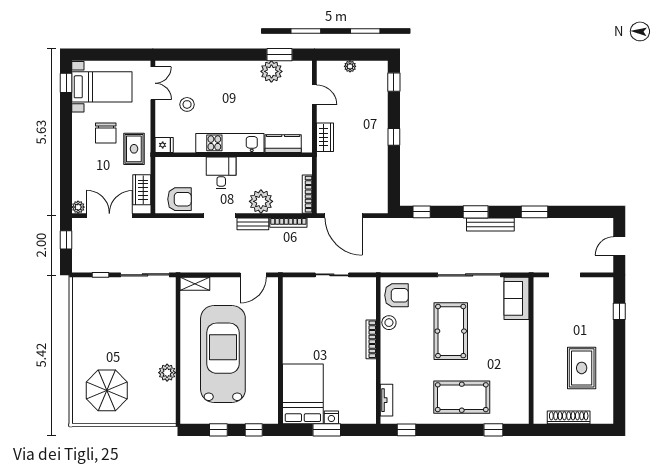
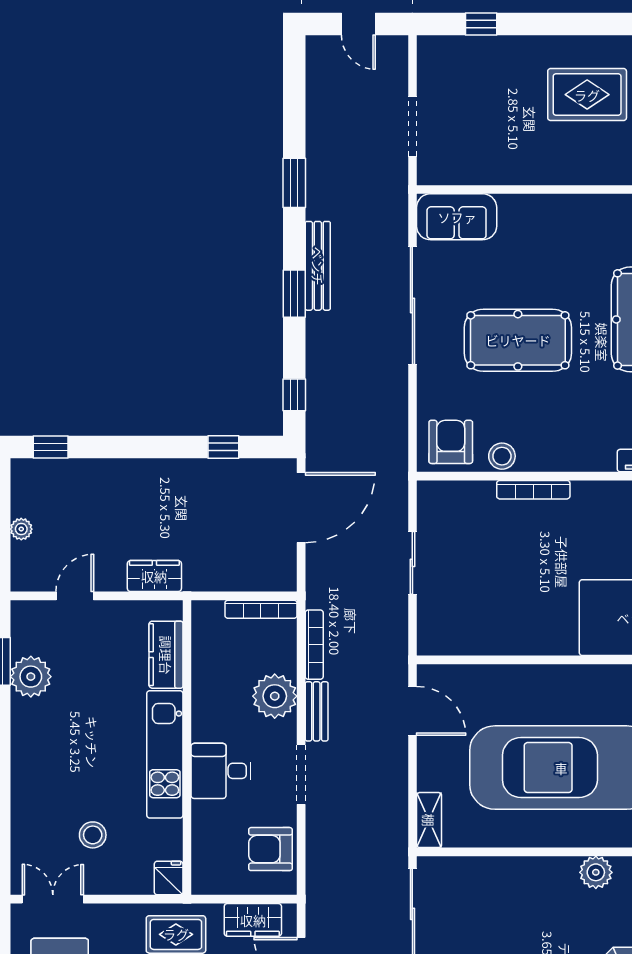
window: (394, 137) -> (223, 447), moved
armchair: (179, 199) -> (270, 849), turned -90
door: (344, 216) -> (301, 508), moved

